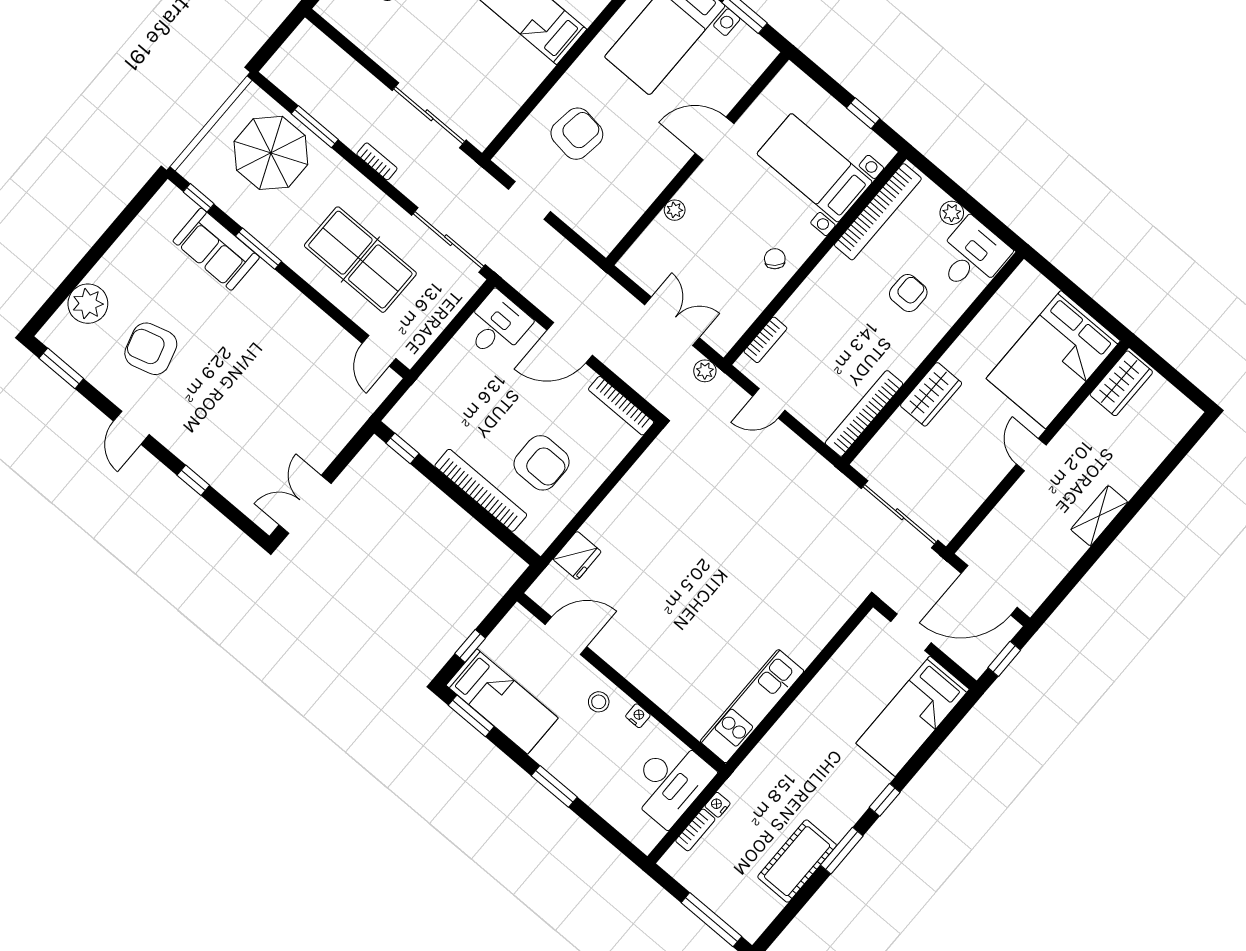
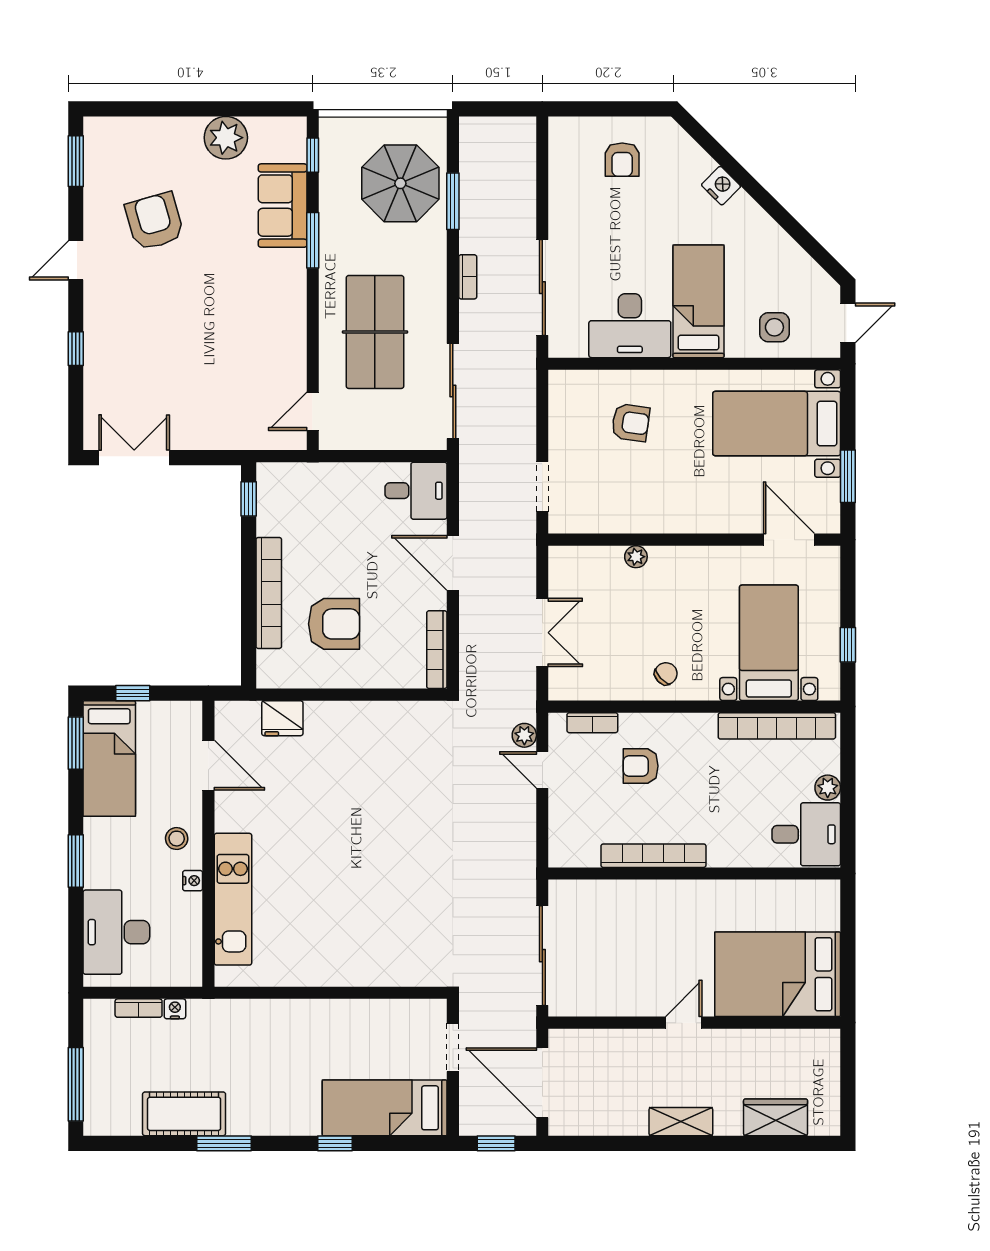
desk: (508, 76) -> (630, 326), added
armchair: (577, 134) -> (631, 423), width x0.72, depth x0.72
door: (715, 139) -> (789, 540), moved
doorway: (529, 200) -> (542, 487), moved
armchair: (908, 293) -> (641, 766), moved, turned 180
plant: (88, 304) -> (226, 138), moved
plant: (705, 371) -> (524, 735), moved
wardrobe: (1121, 383) -> (776, 1117), moved, turned 180
wardrobe: (931, 394) -> (663, 898), removed
bookcase: (864, 413) -> (653, 856), moved
armchair: (542, 463) -> (334, 624), turned -90
kitchen unit: (752, 706) -> (233, 899), moved, turned 90
desk: (670, 782) -> (116, 932), moved, turned 90
window: (885, 800) -> (335, 1143), moved

